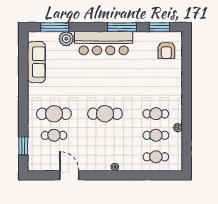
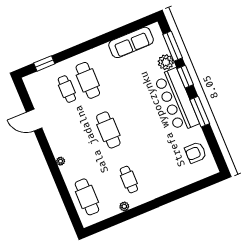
window: (160, 27) -> (185, 77), moved
armchair: (166, 50) -> (195, 153), moved
cafe table: (156, 135) -> (108, 188), removed
cafe table: (156, 157) -> (87, 197), width x1.37, depth x1.35
door: (69, 175) -> (34, 120), swing flipped

